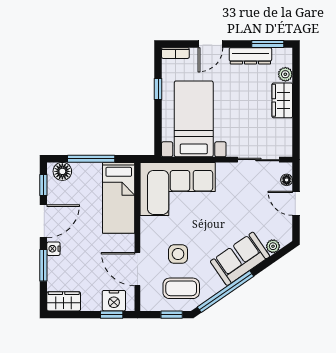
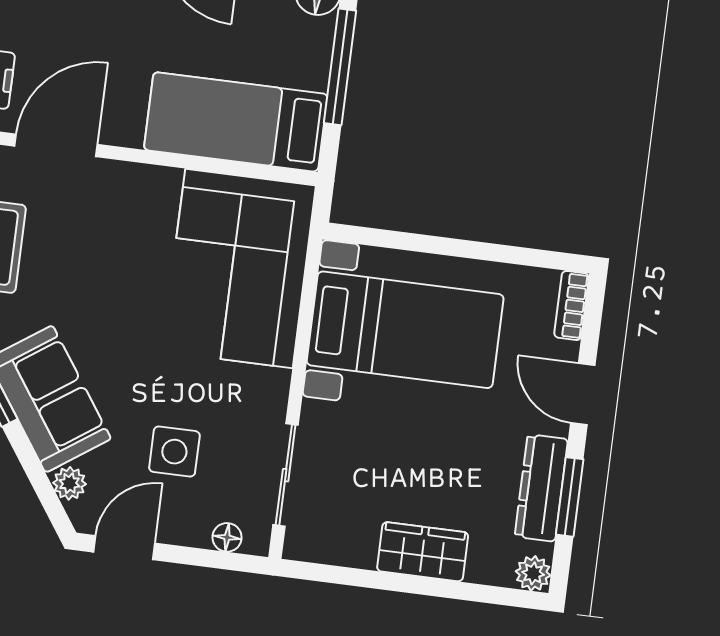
window: (268, 44) -> (570, 497), moved
plant: (285, 74) -> (533, 573), moved
window: (158, 89) -> (489, 252), removed
door: (296, 203) -> (124, 548), moved
side table: (178, 254) -> (174, 452), moved

